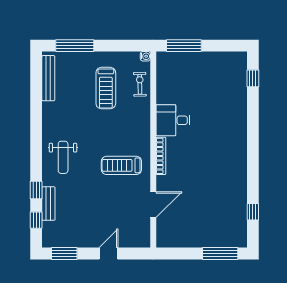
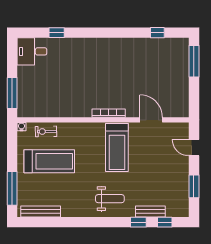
window: (253, 78) -> (57, 33), moved
treadmill: (106, 88) -> (49, 161), width x1.37, depth x1.38
desk: (173, 120) -> (32, 51), moved, turned 90
treadmill: (121, 165) -> (117, 148), width x1.37, depth x1.38
window: (64, 253) -> (194, 186), moved
door: (108, 253) -> (194, 148), moved

